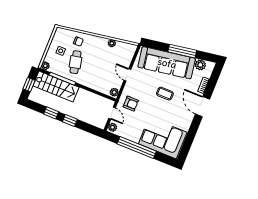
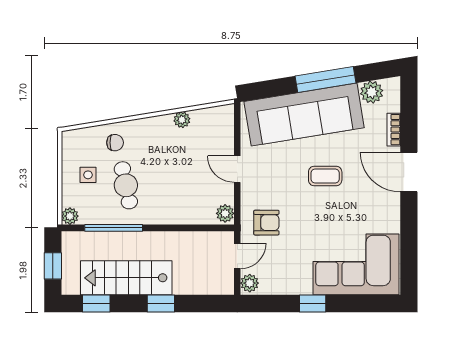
stairs: (56, 86) -> (126, 278), moved, turned 180
window: (51, 113) -> (96, 304), moved
door: (112, 113) -> (237, 256), hinge flipped
window: (137, 147) -> (313, 304), width x0.32

